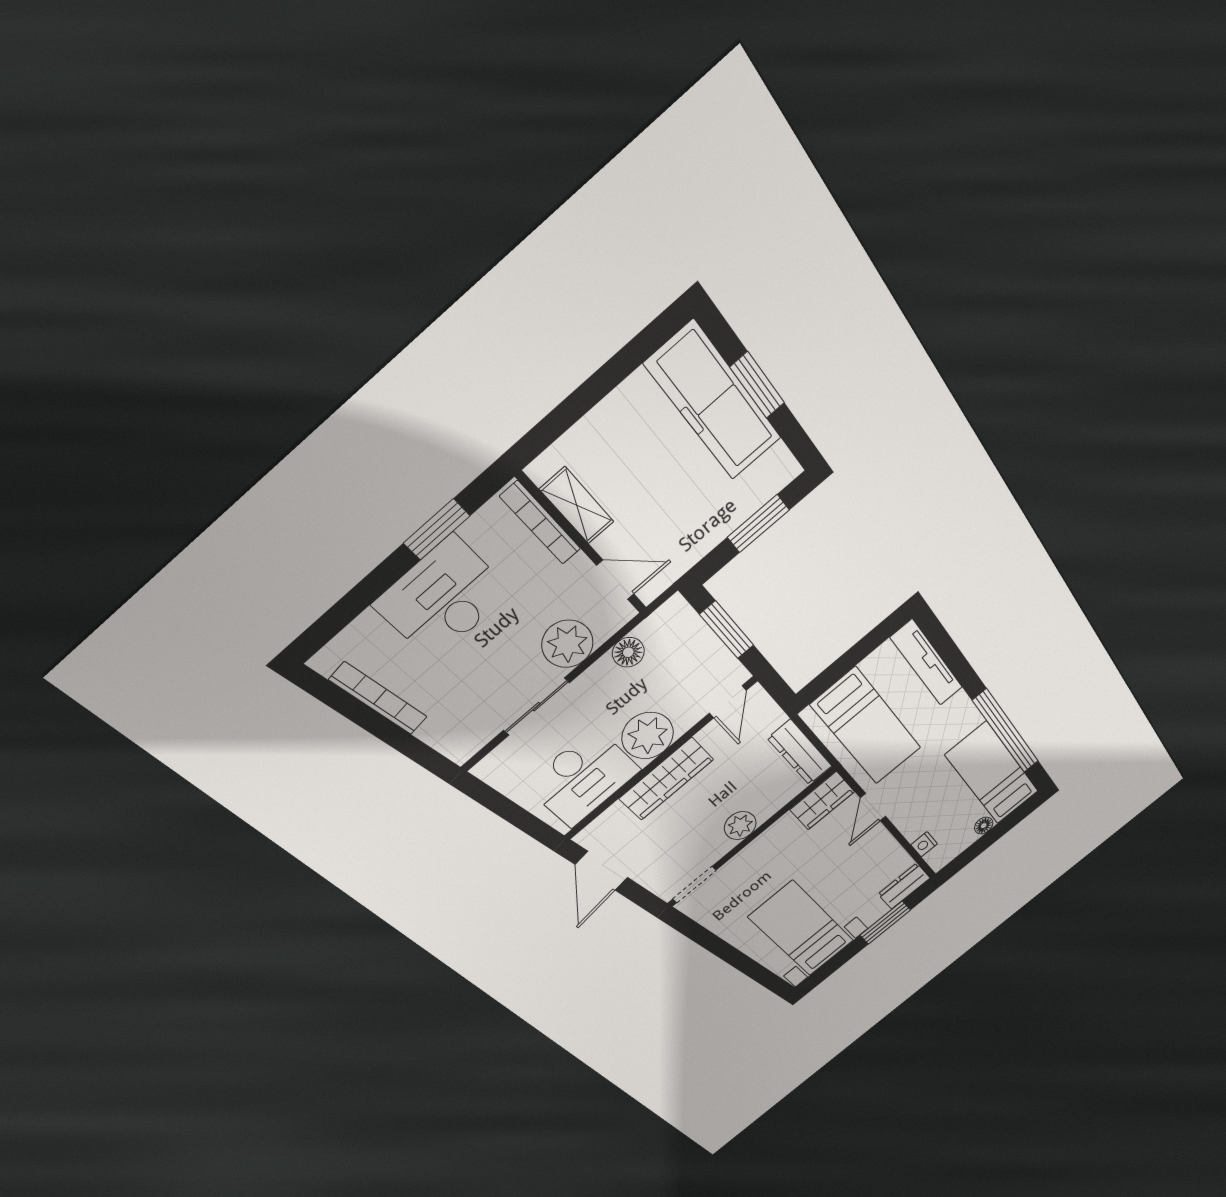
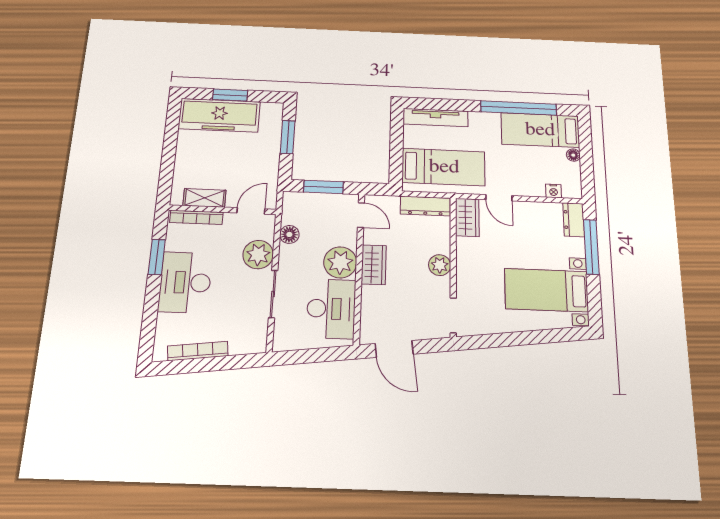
wardrobe: (666, 779) -> (374, 265), width x0.67
window: (885, 923) -> (591, 247), width x1.44

